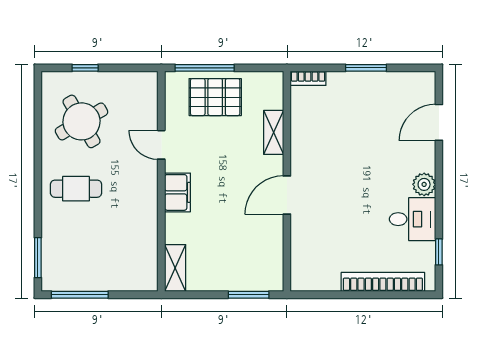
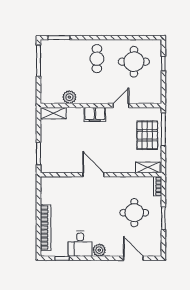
round table: (82, 121) -> (134, 62), turned 30
round table: (356, 121) -> (134, 213), added
shelving: (274, 132) -> (148, 167), moved
plant: (146, 239) -> (69, 97), added

